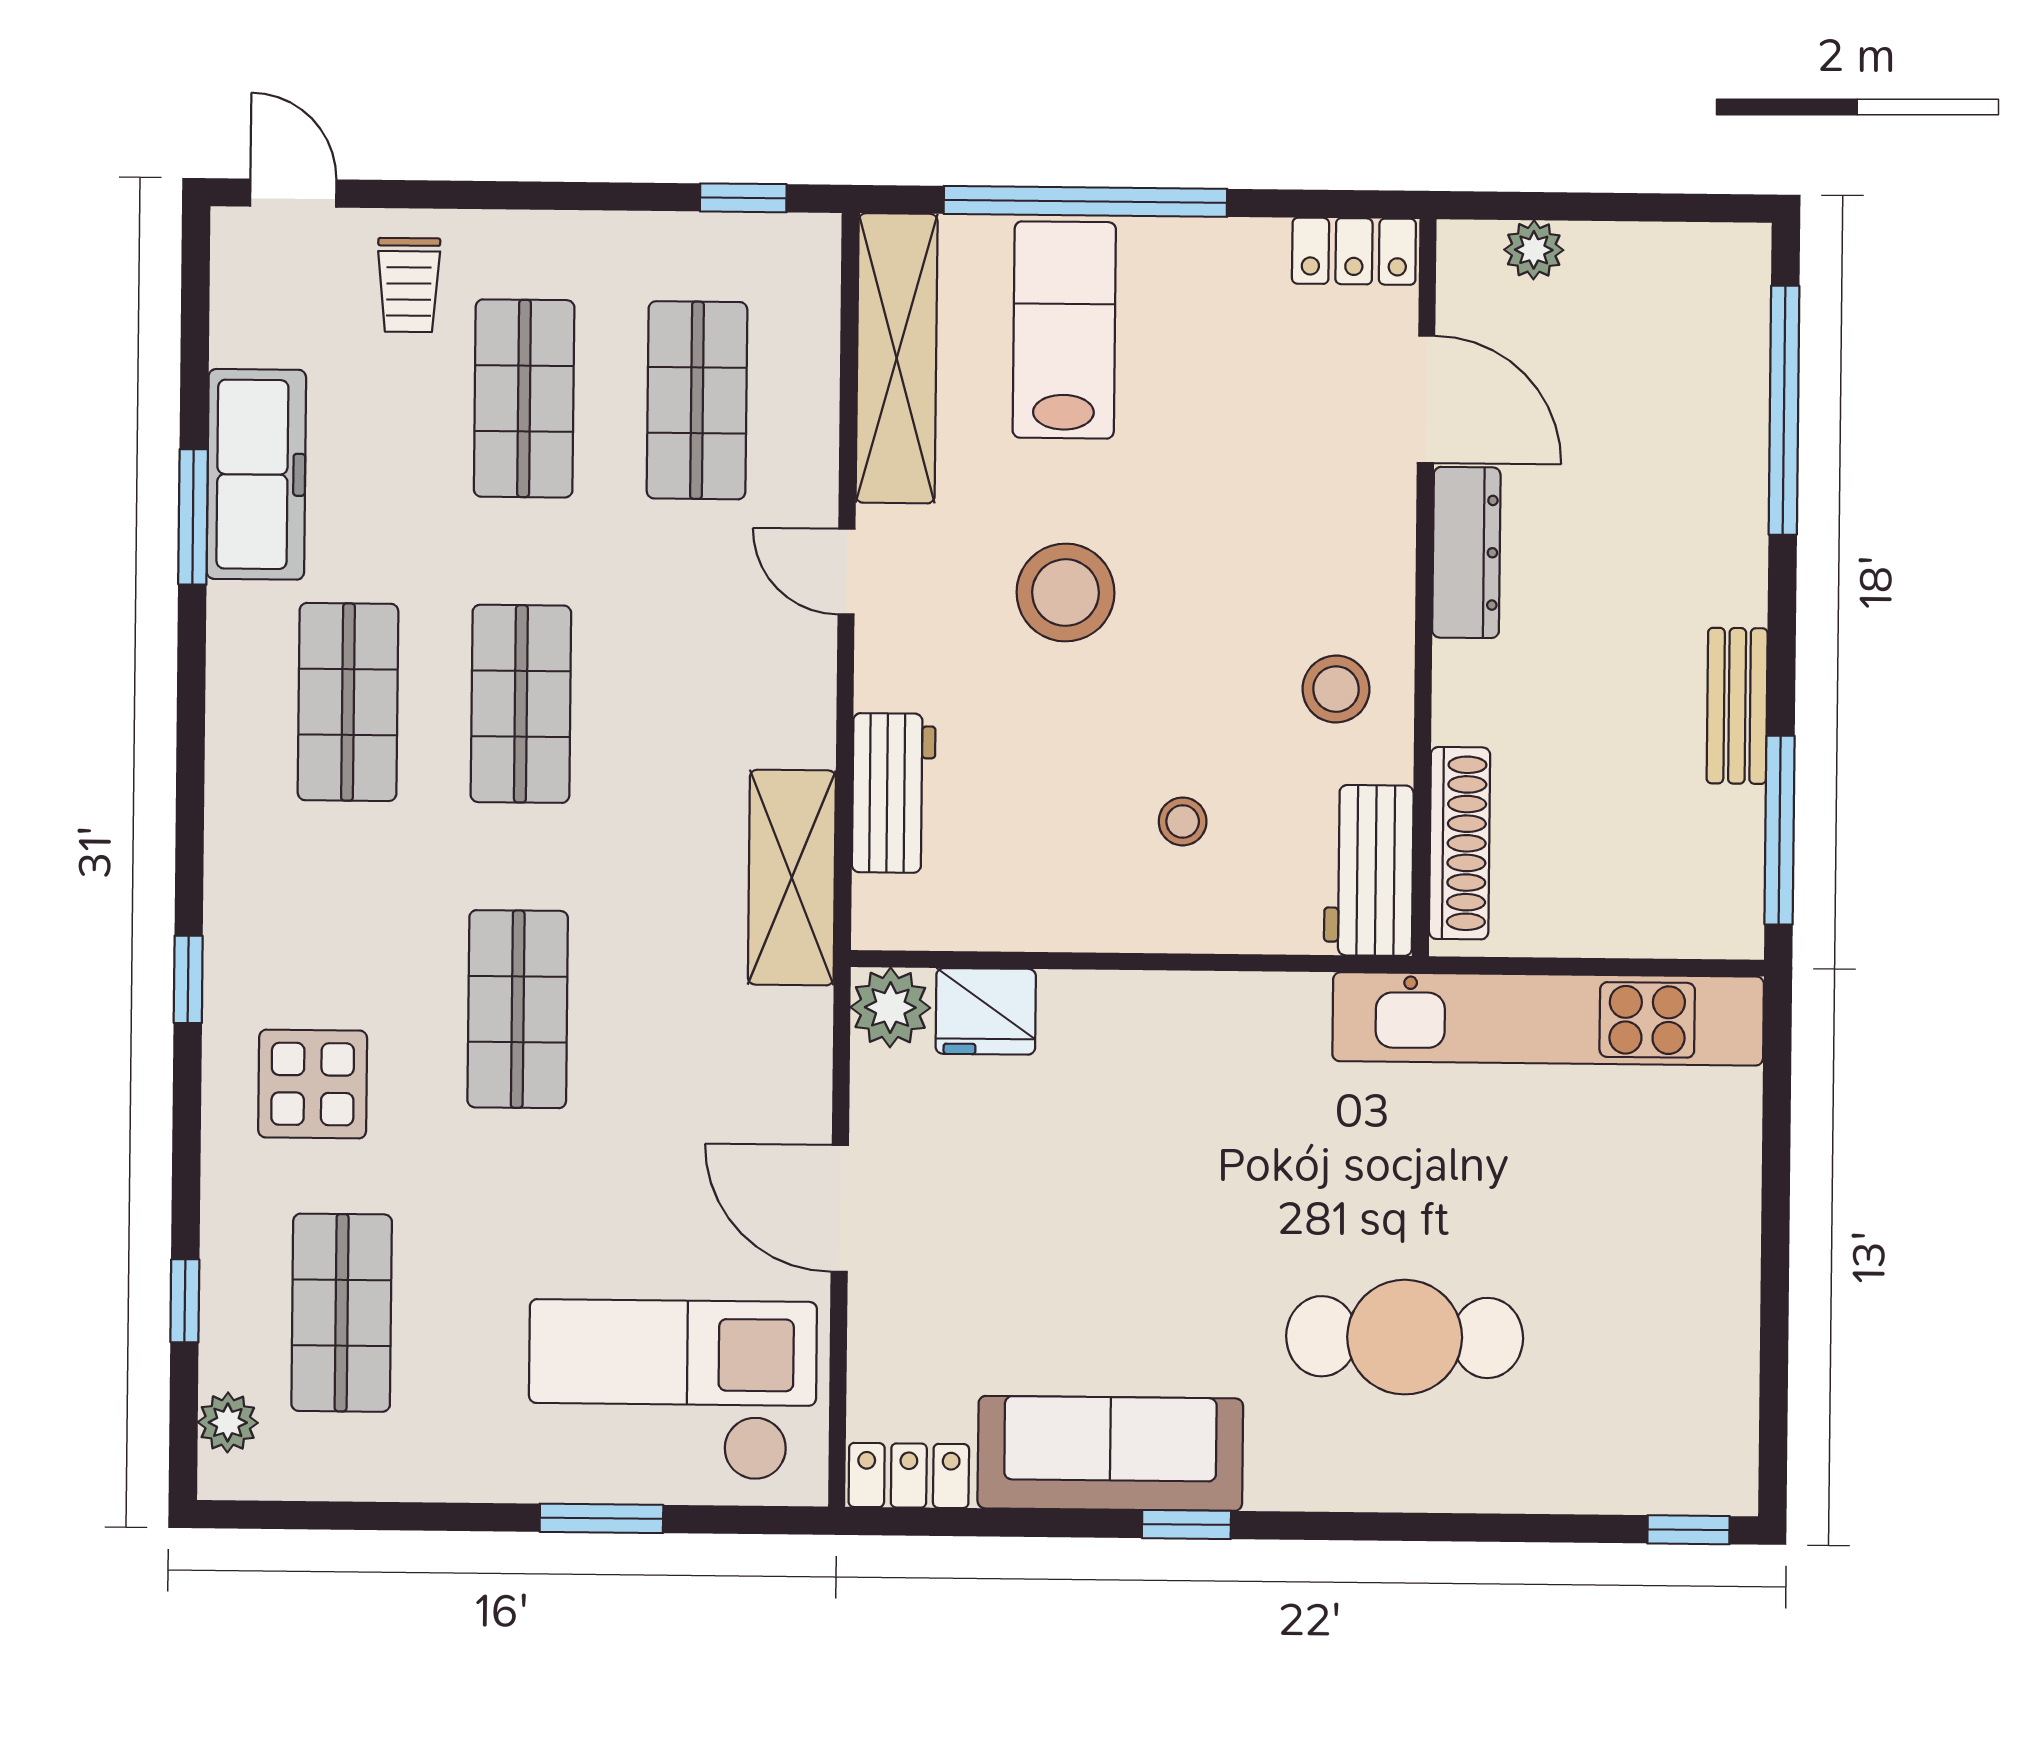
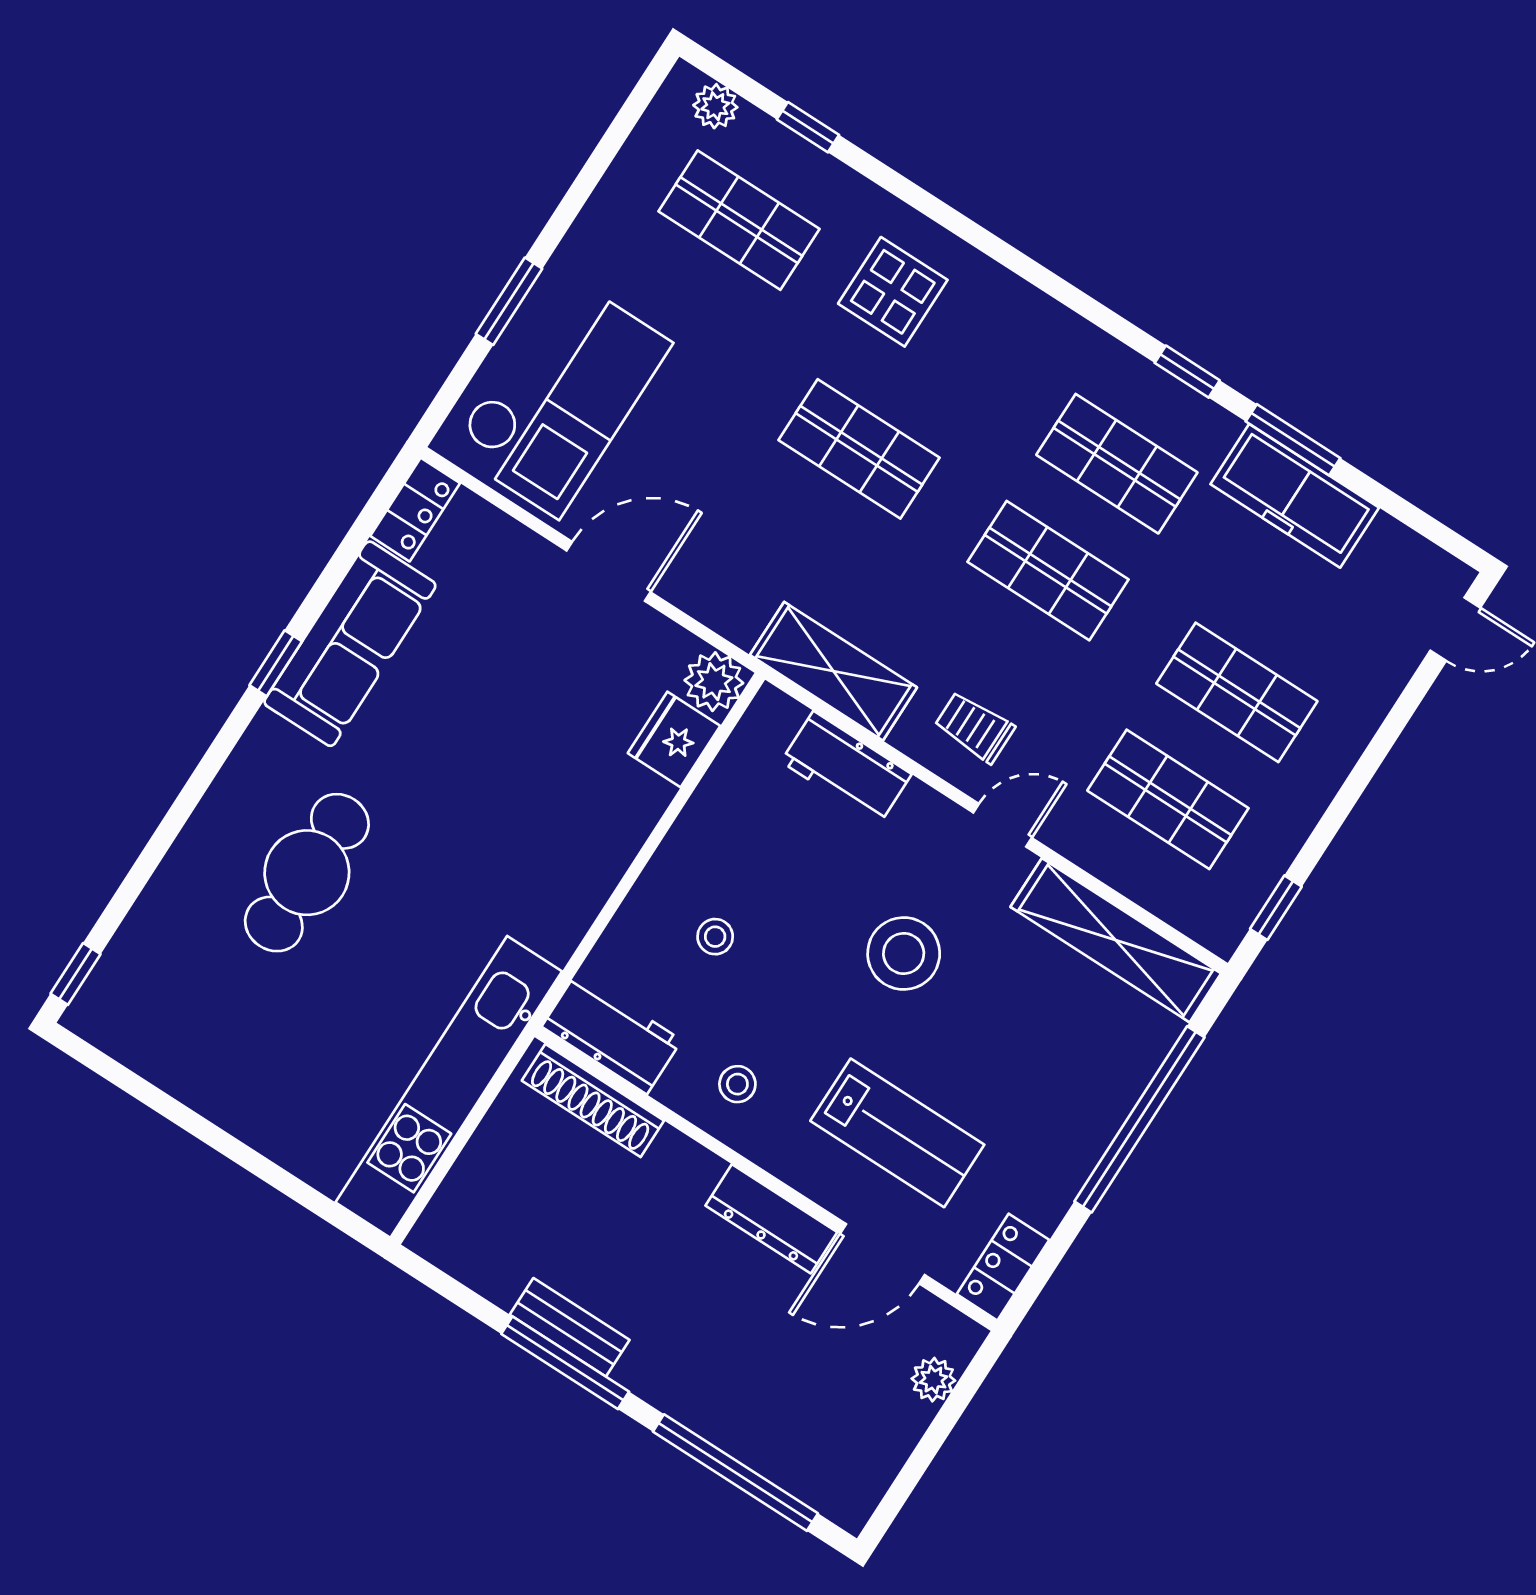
trolley: (409, 285) -> (974, 727), moved
lab bench: (1064, 330) -> (897, 1133), moved
stool: (1336, 689) -> (737, 1084), width x0.73, depth x0.73
window: (1780, 830) -> (565, 1363), moved
window: (188, 979) -> (1187, 372), moved

